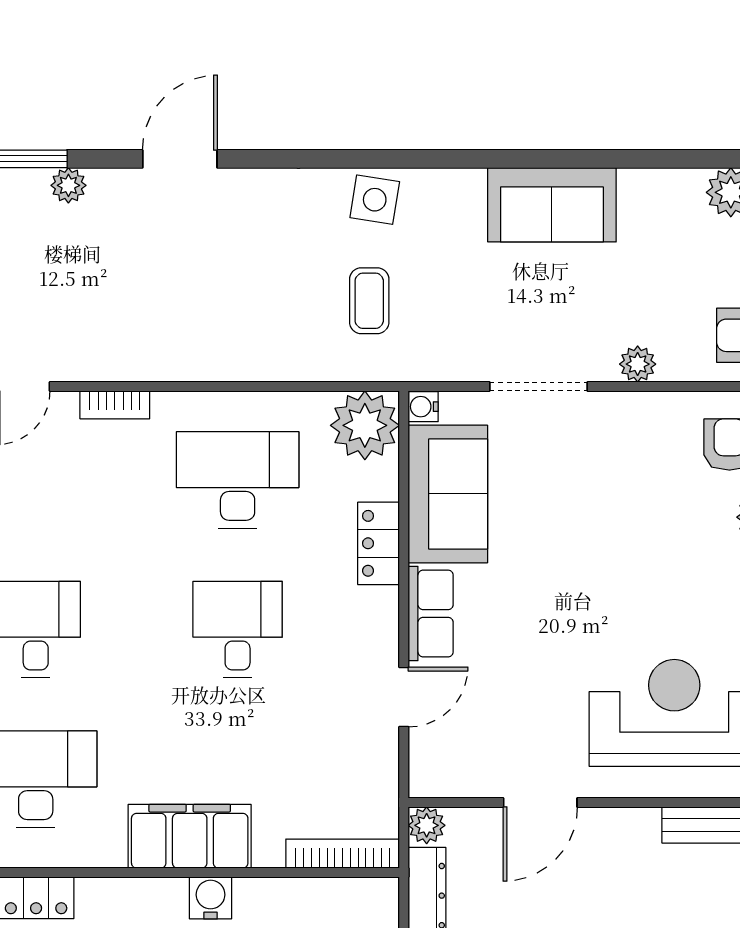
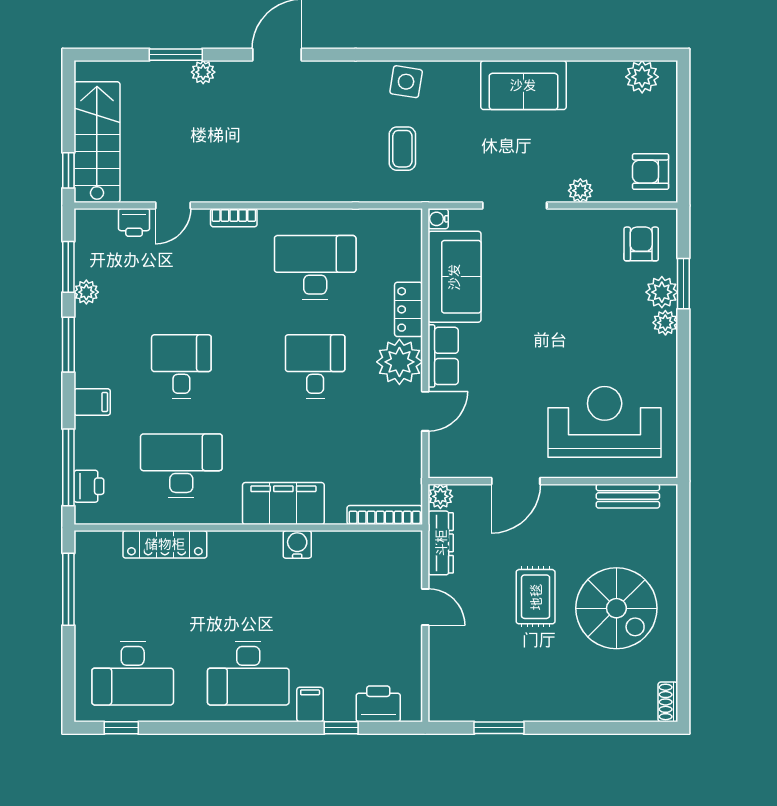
plant: (365, 425) -> (399, 362), moved

